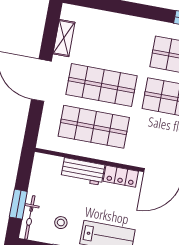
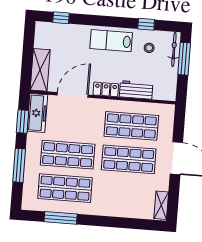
shelving: (64, 38) -> (161, 205), moved
window: (18, 204) -> (184, 59), width x1.44

